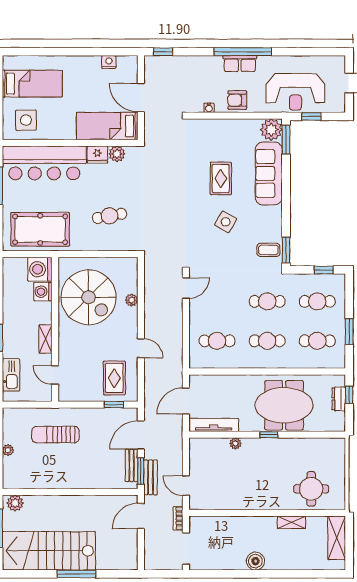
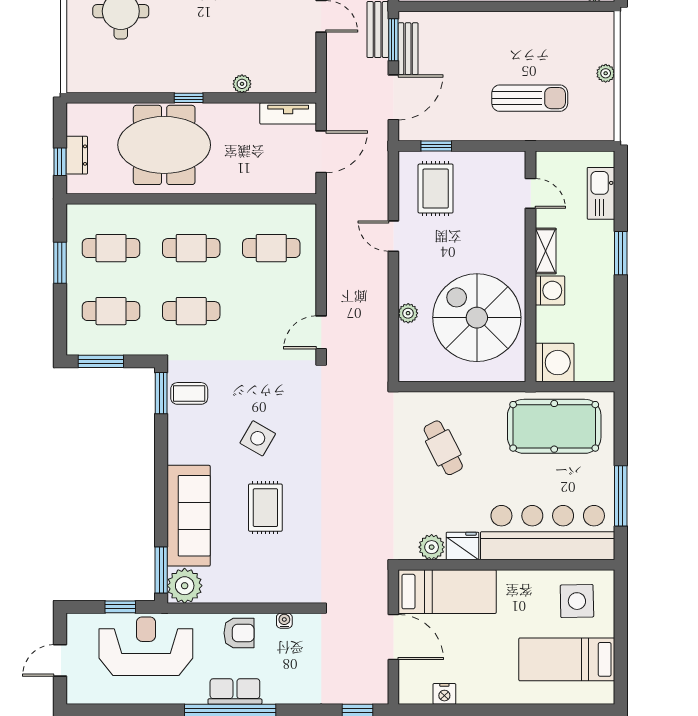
cafe table: (110, 216) -> (443, 448), turned 73
window: (324, 270) -> (101, 361), width x1.50
washing machine: (43, 292) -> (550, 290), moved
tv unit: (214, 425) -> (288, 113), width x0.71

